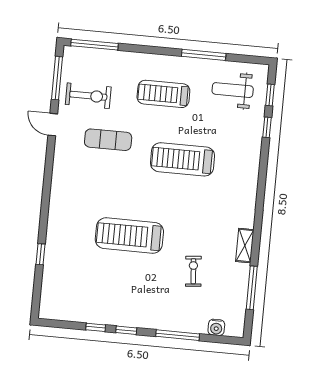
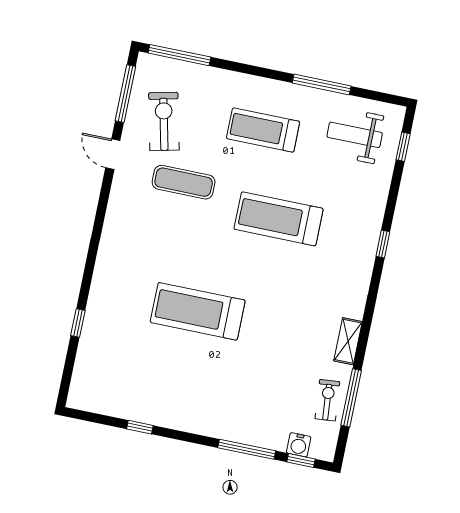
exercise bike: (88, 96) -> (164, 121), turned -103
window: (267, 127) -> (383, 244), moved
exercise bike: (193, 271) -> (327, 400), moved
window: (126, 330) -> (301, 461), moved

